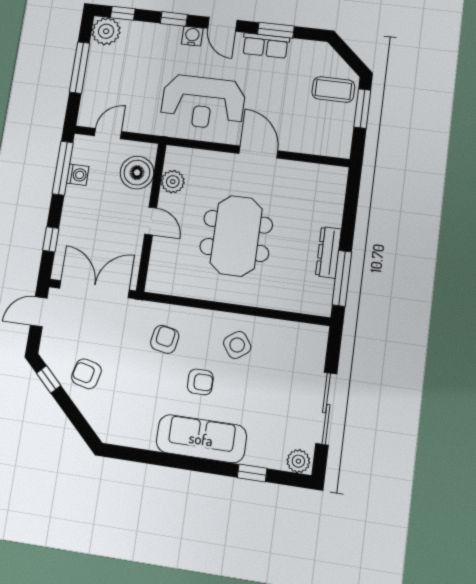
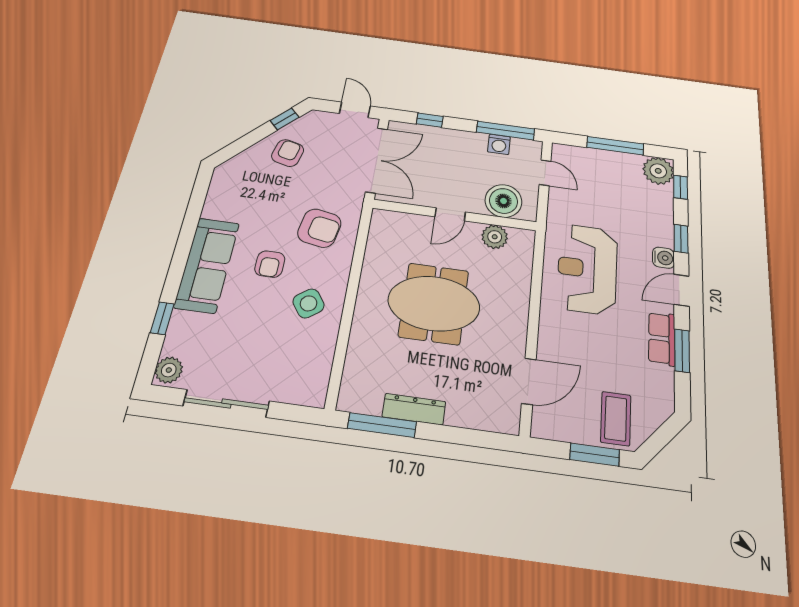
door: (258, 152) -> (529, 381), moved
armchair: (165, 339) -> (319, 228), width x1.38, depth x1.38

